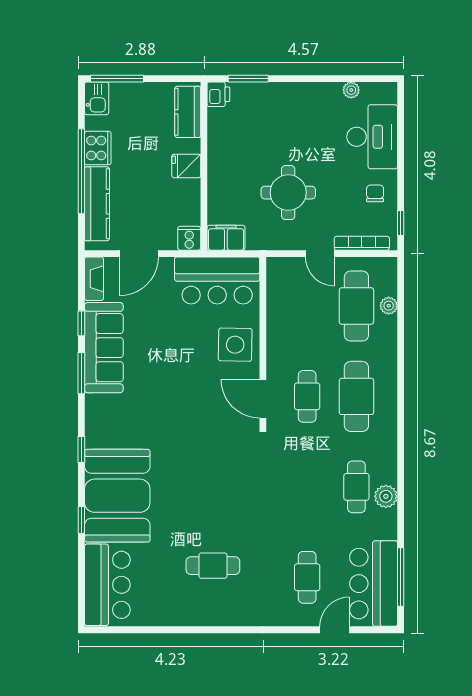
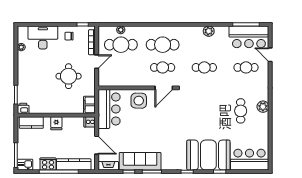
cafe table: (356, 487) -> (204, 67), moved
plant: (222, 614) -> (263, 107), added

